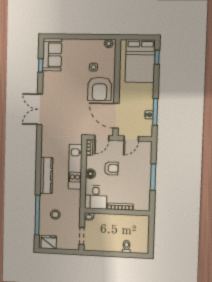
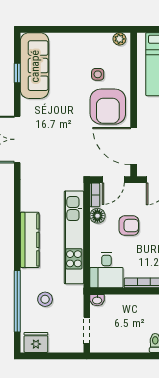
sofa: (52, 55) -> (35, 66), width x1.36
kitchen unit: (75, 167) -> (74, 237), width x1.36
floor lamp: (90, 174) -> (97, 216), moved

